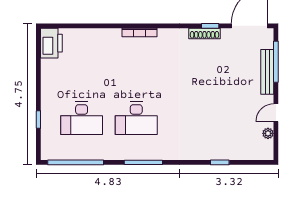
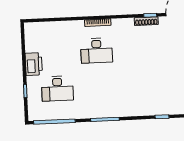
printer: (51, 43) -> (34, 64), moved
desk: (136, 118) -> (97, 51), moved

